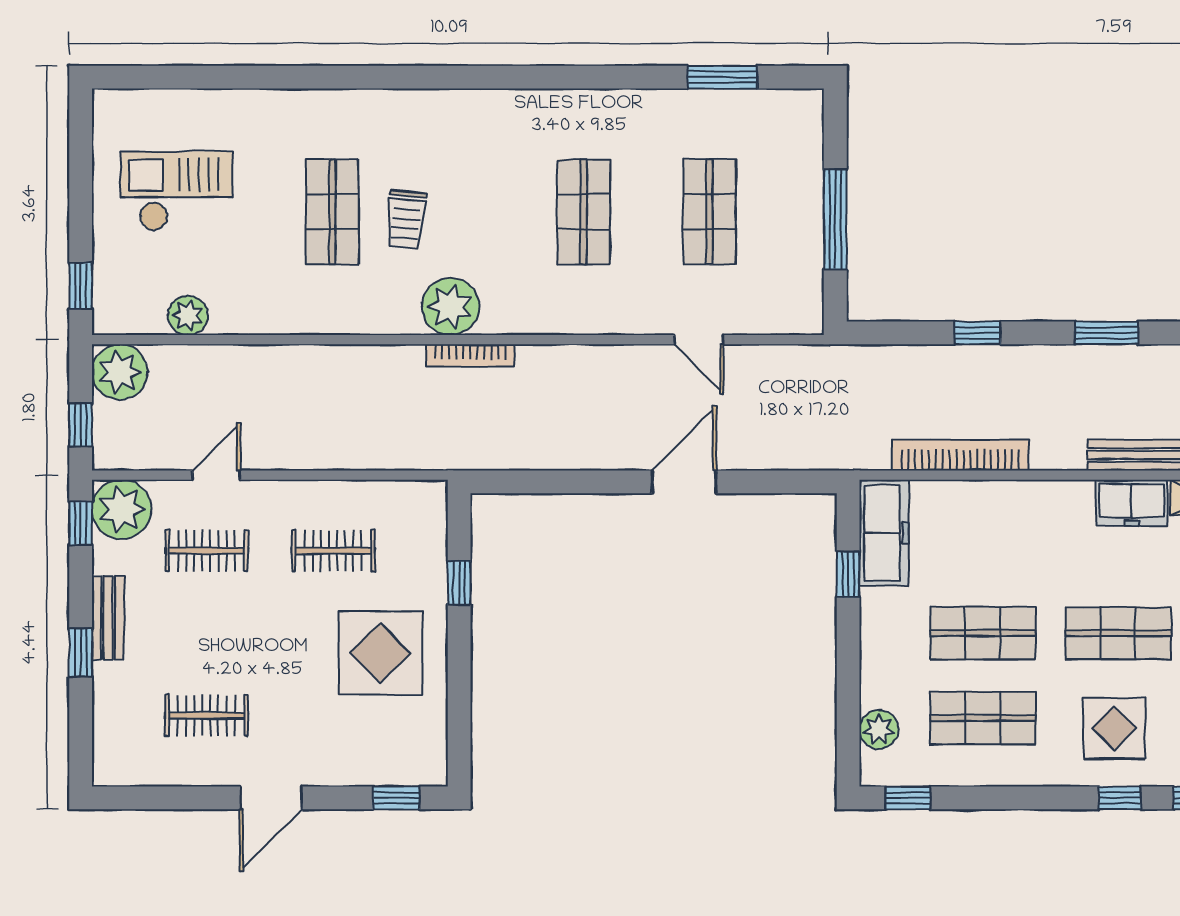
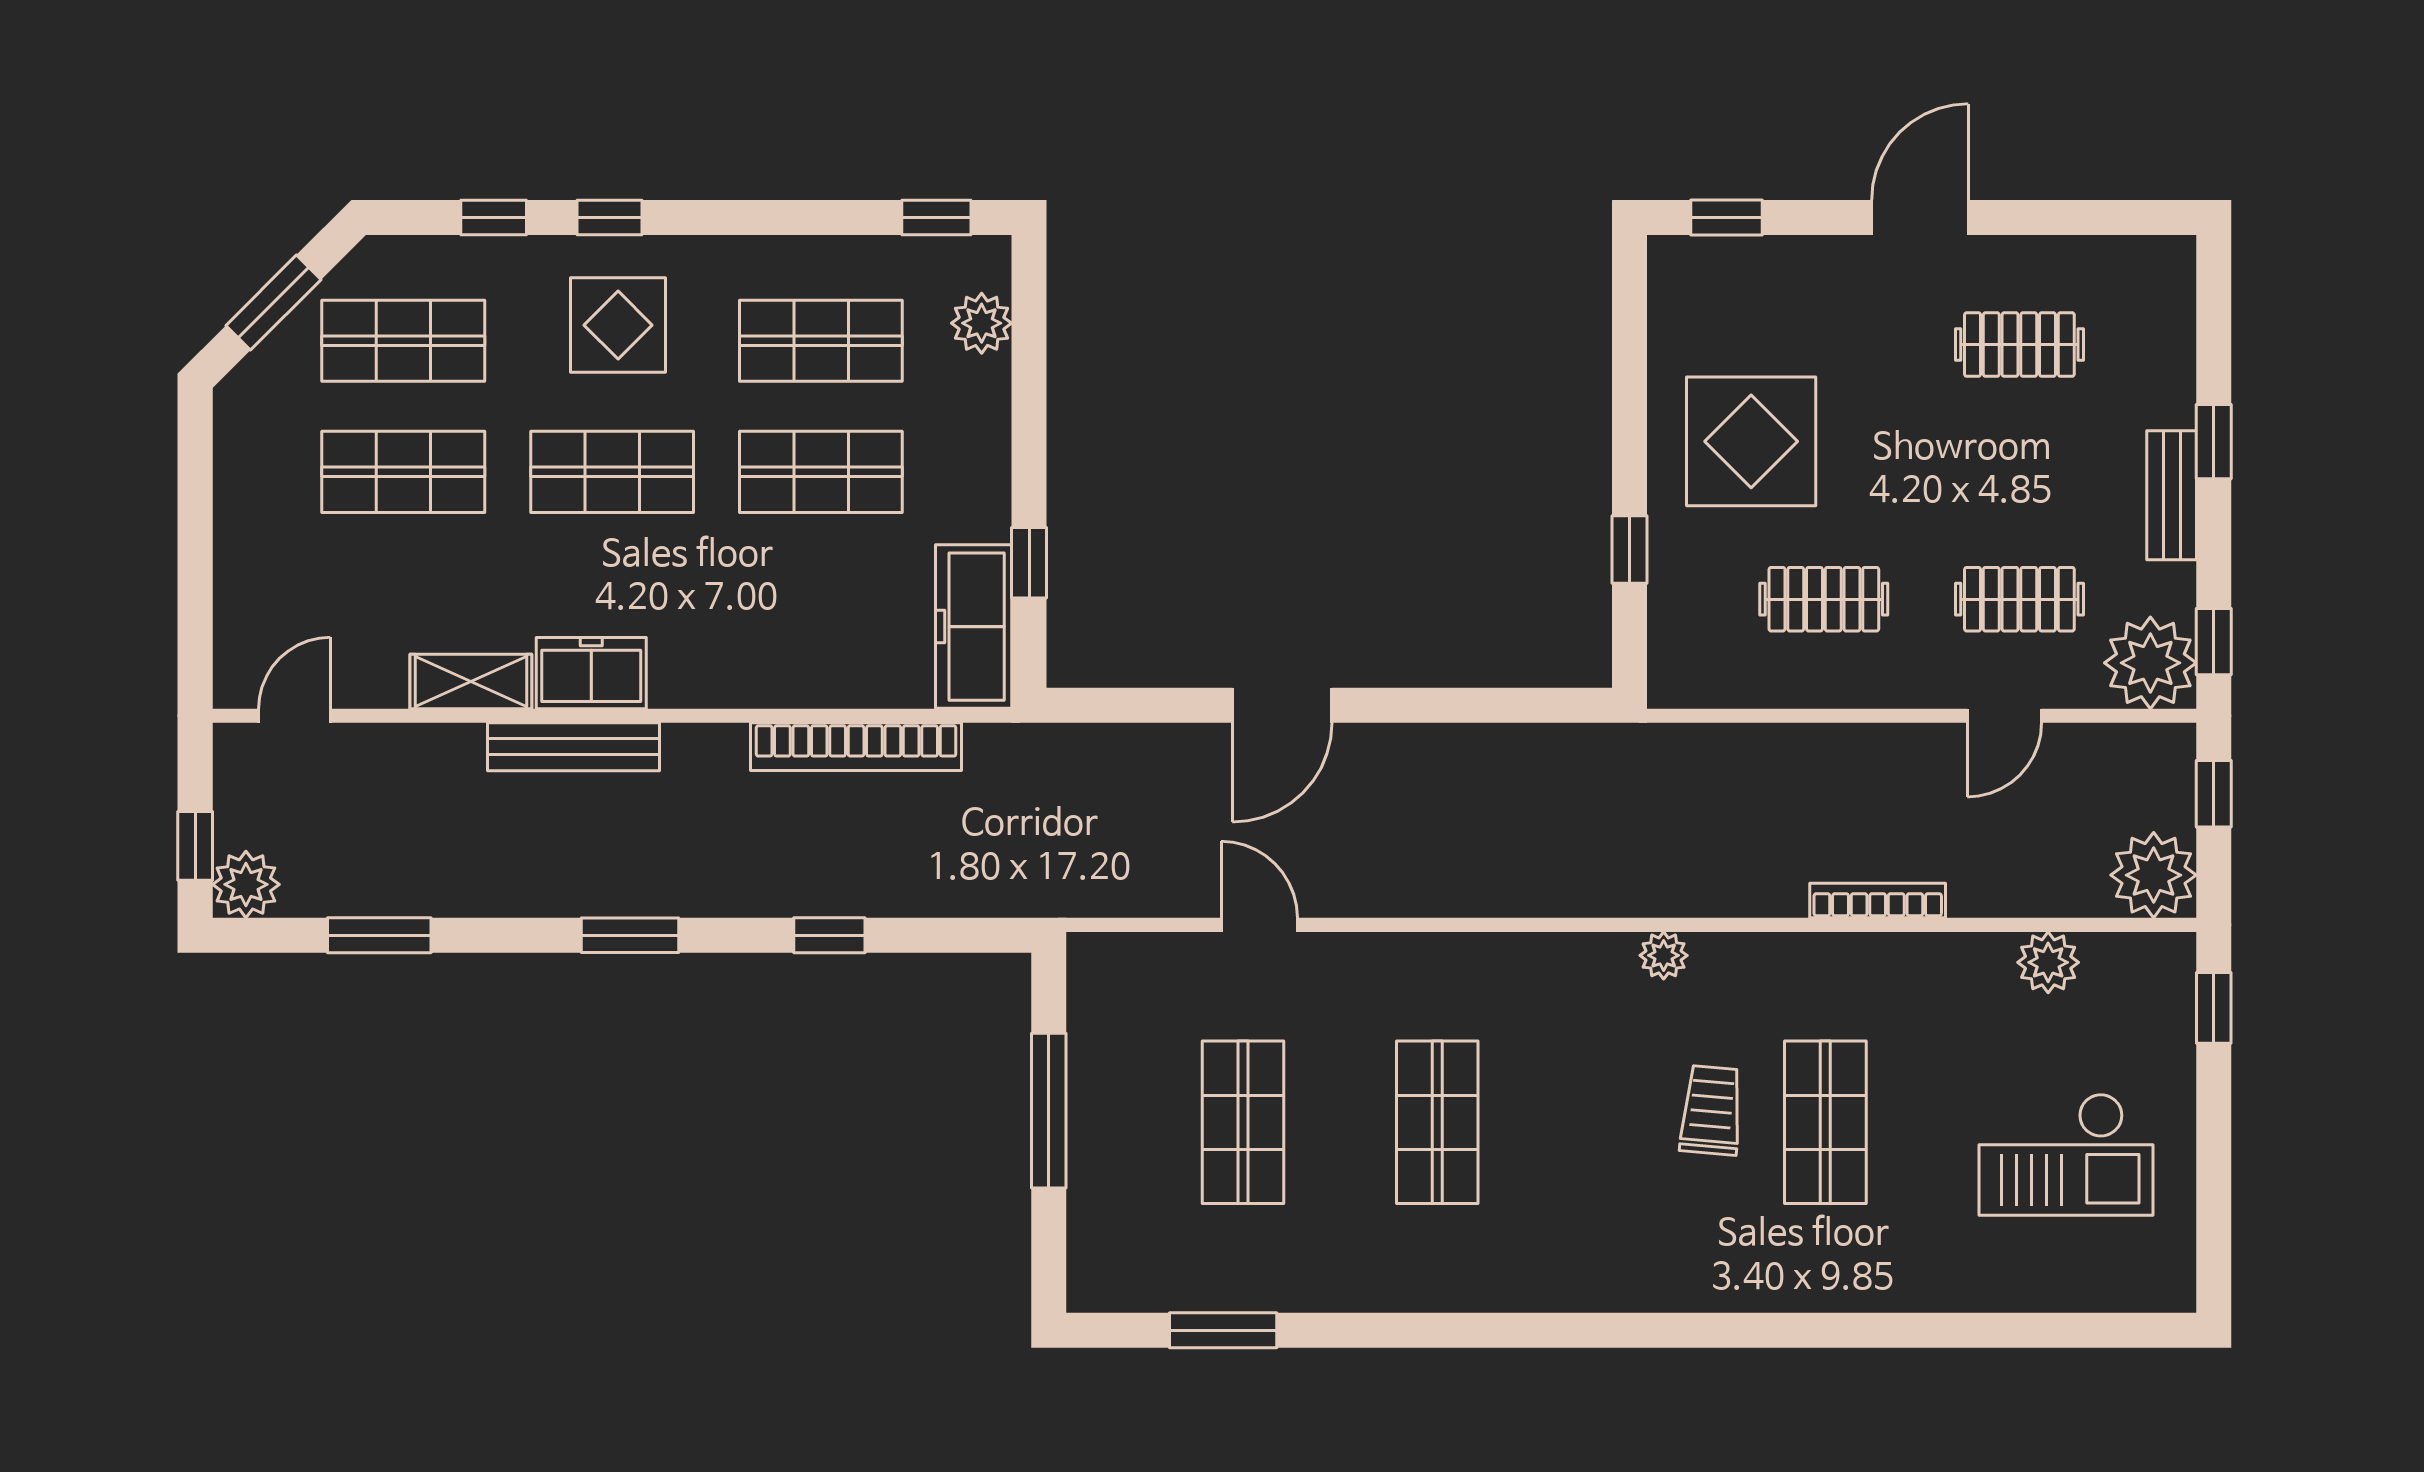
plant: (450, 306) -> (1664, 955), width x0.53, depth x0.53
bookcase: (470, 355) -> (1878, 901), moved

